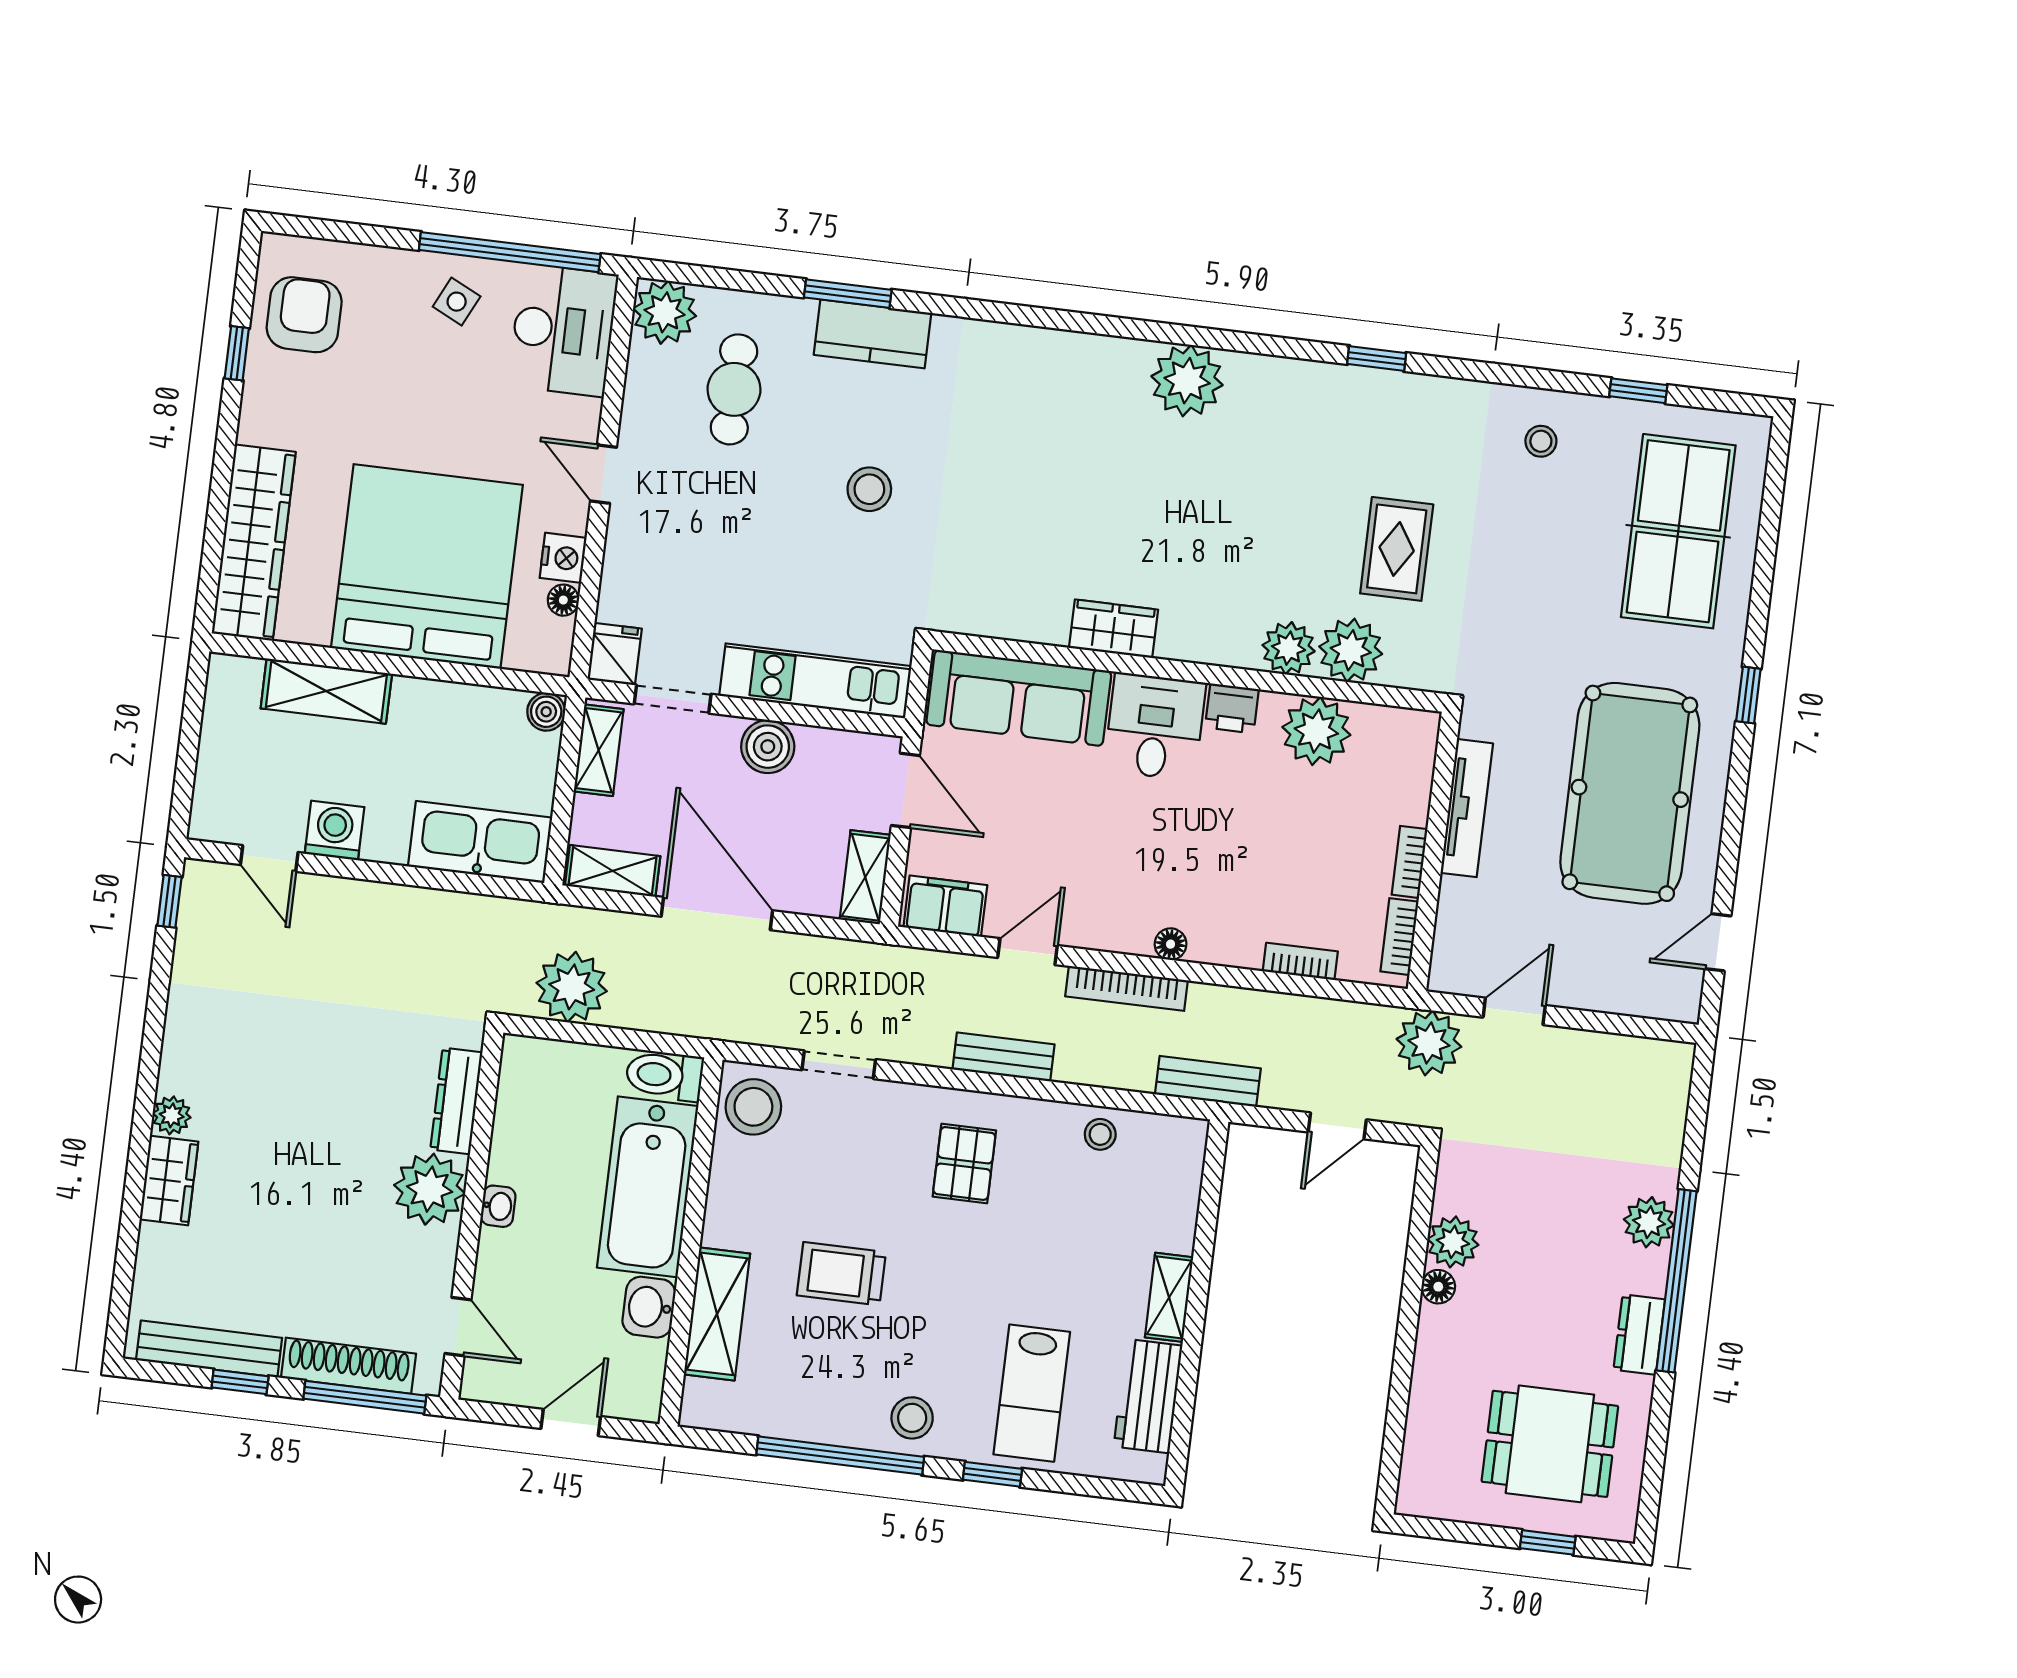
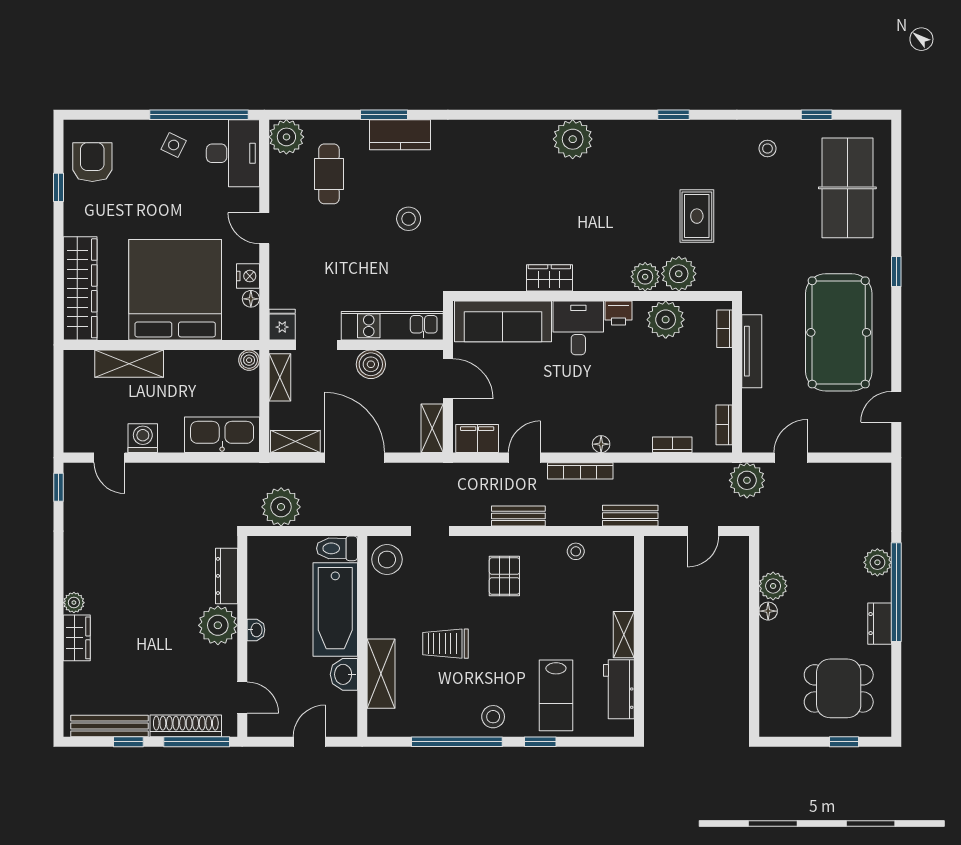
bookcase: (1410, 862) -> (725, 329), moved

